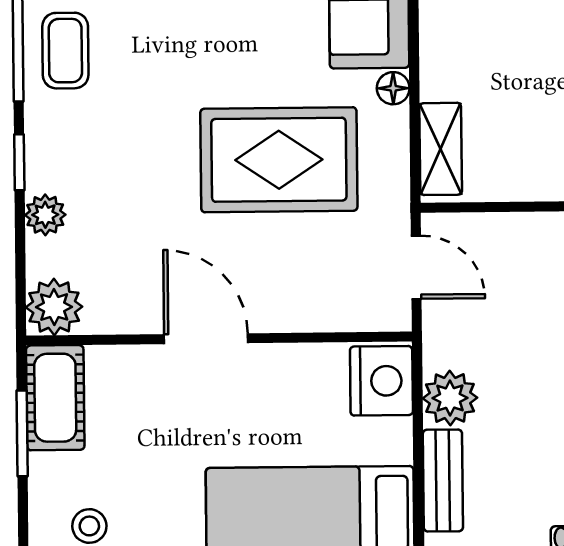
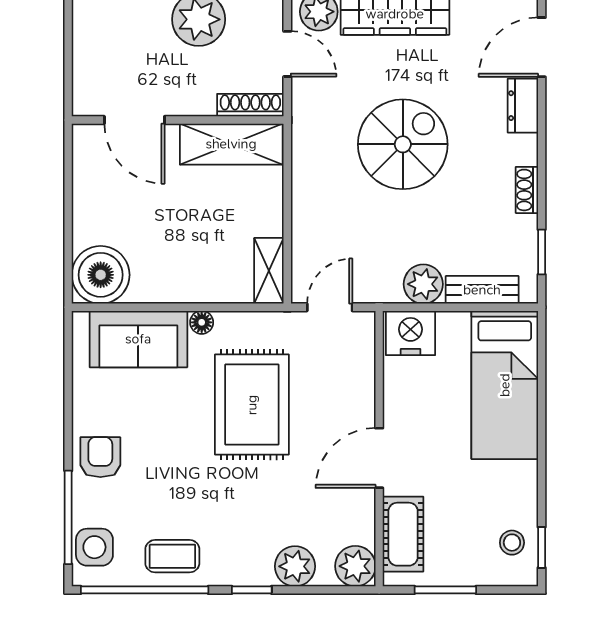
shelving: (441, 149) -> (269, 271), moved, turned 90
plant: (45, 215) -> (295, 566), width x1.38, depth x1.38
cot: (55, 398) -> (403, 534), moved, turned 90

